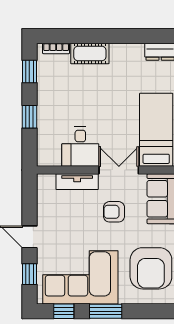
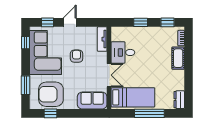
tv unit: (77, 182) -> (102, 39), moved
armchair: (114, 212) -> (77, 56), moved
window: (106, 311) -> (26, 85), moved

